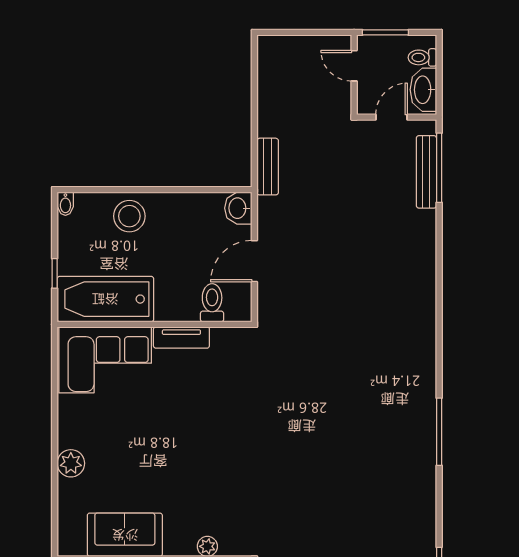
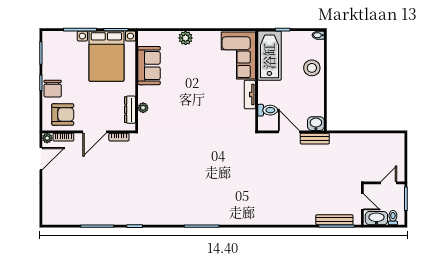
bench: (268, 167) -> (315, 139), moved

